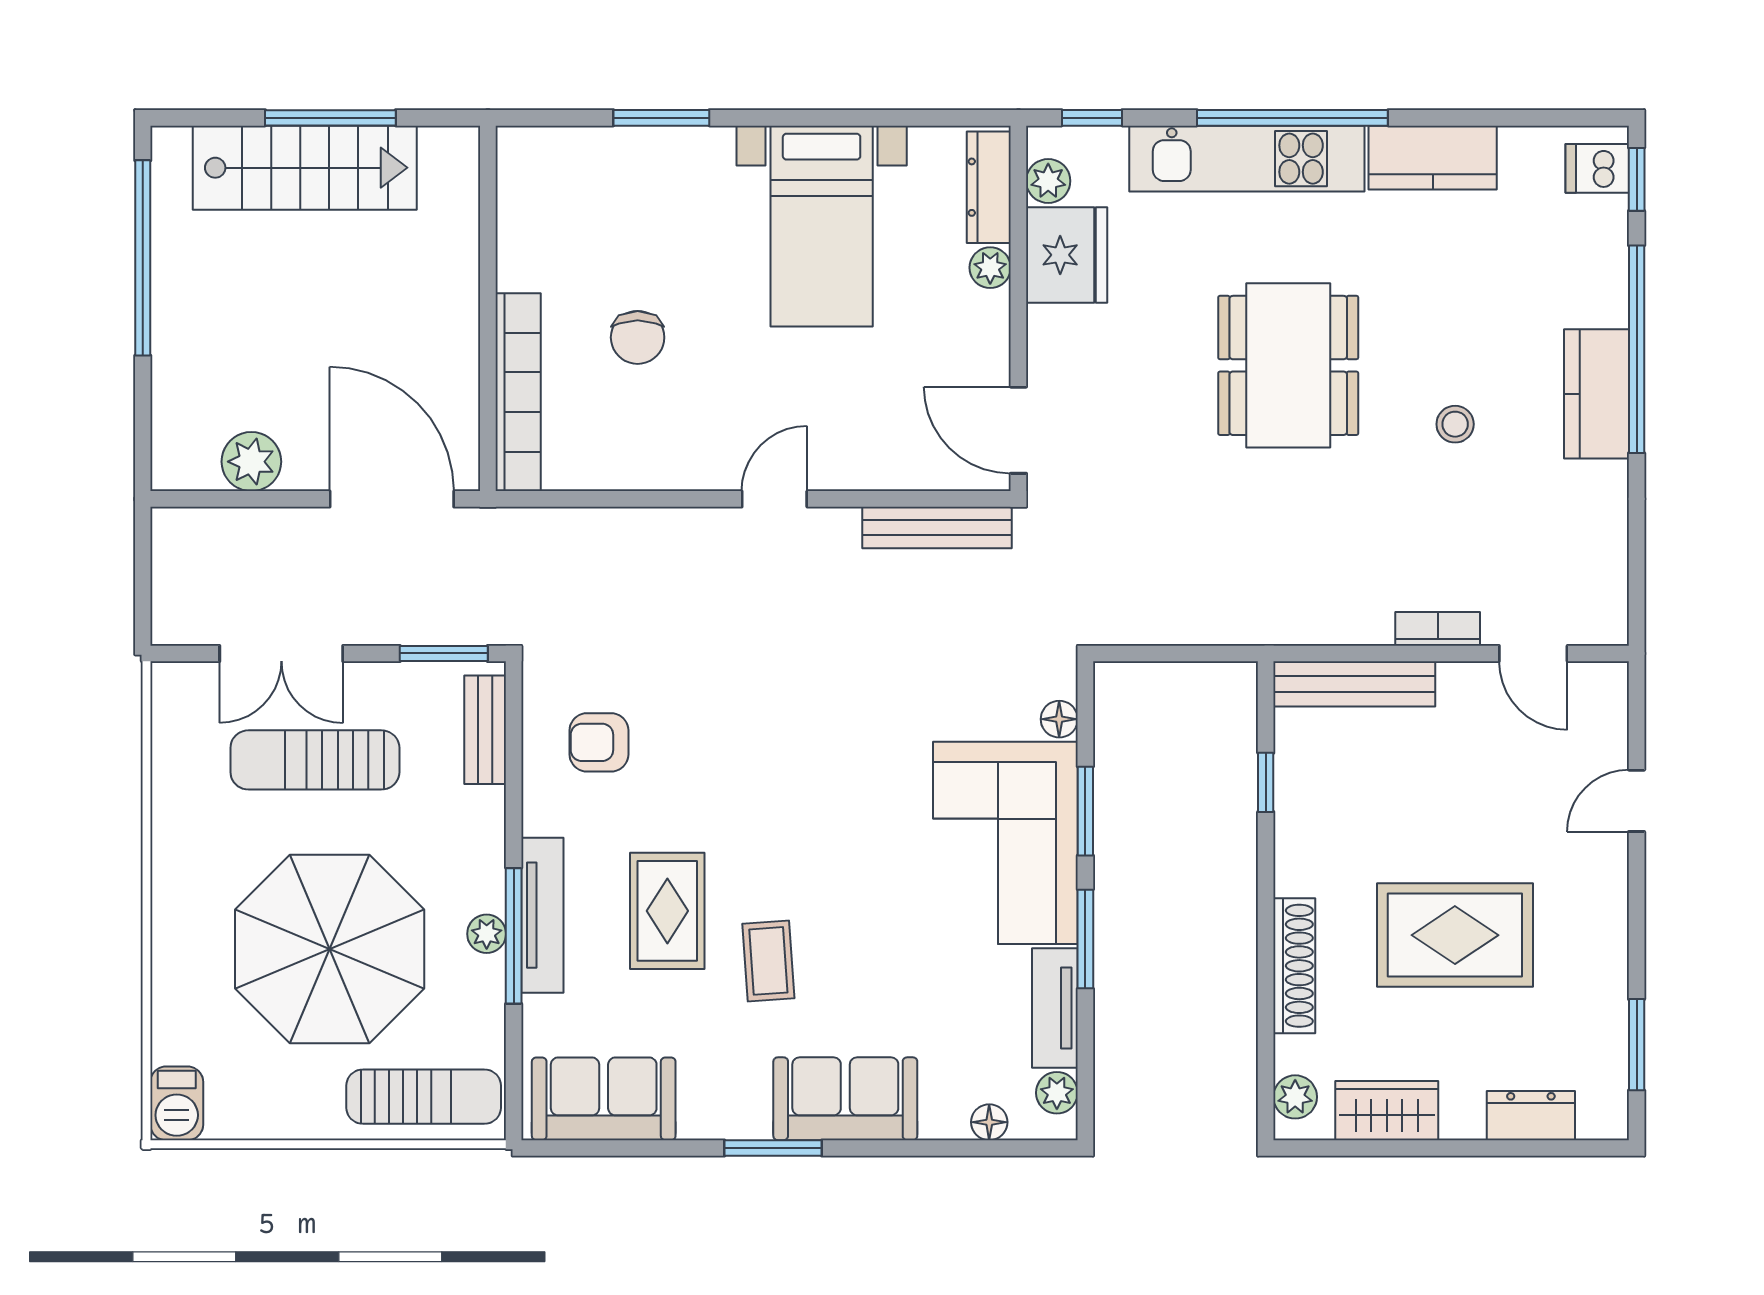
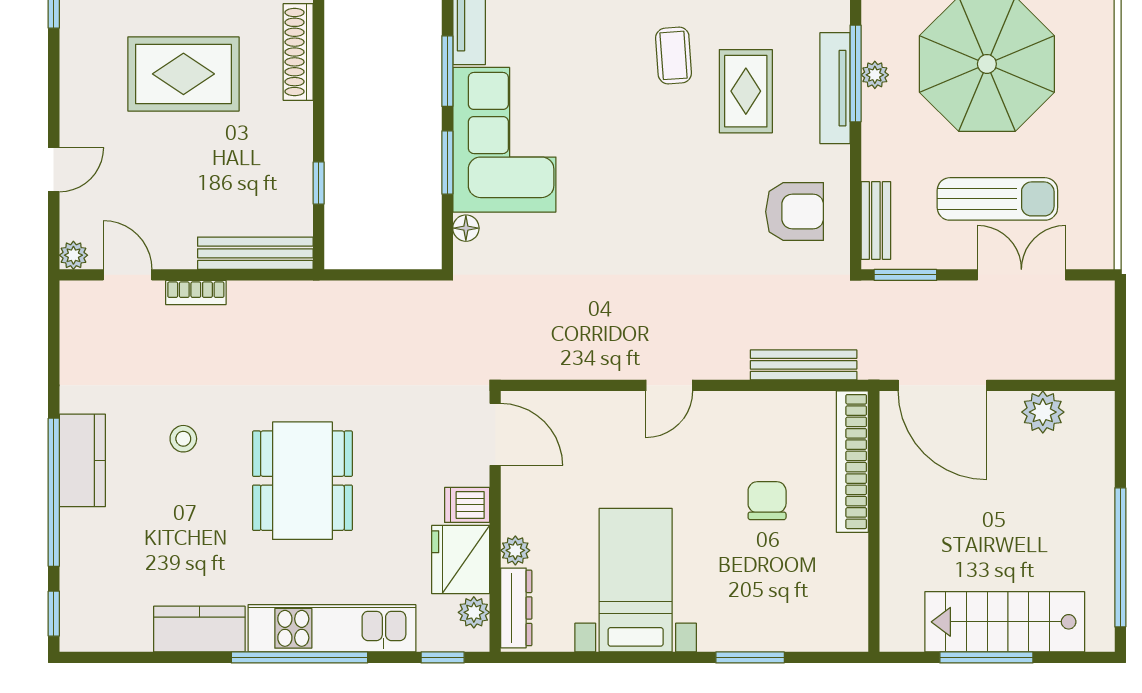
dishwasher: (1597, 168) -> (467, 505), moved, turned 180
bench: (937, 528) -> (804, 365), moved
plant: (1609, 681) -> (73, 255), added
armchair: (599, 742) -> (795, 212), width x1.38, depth x1.38

